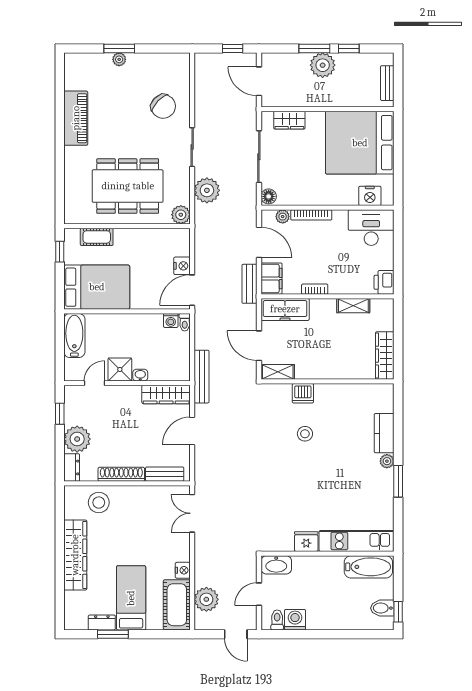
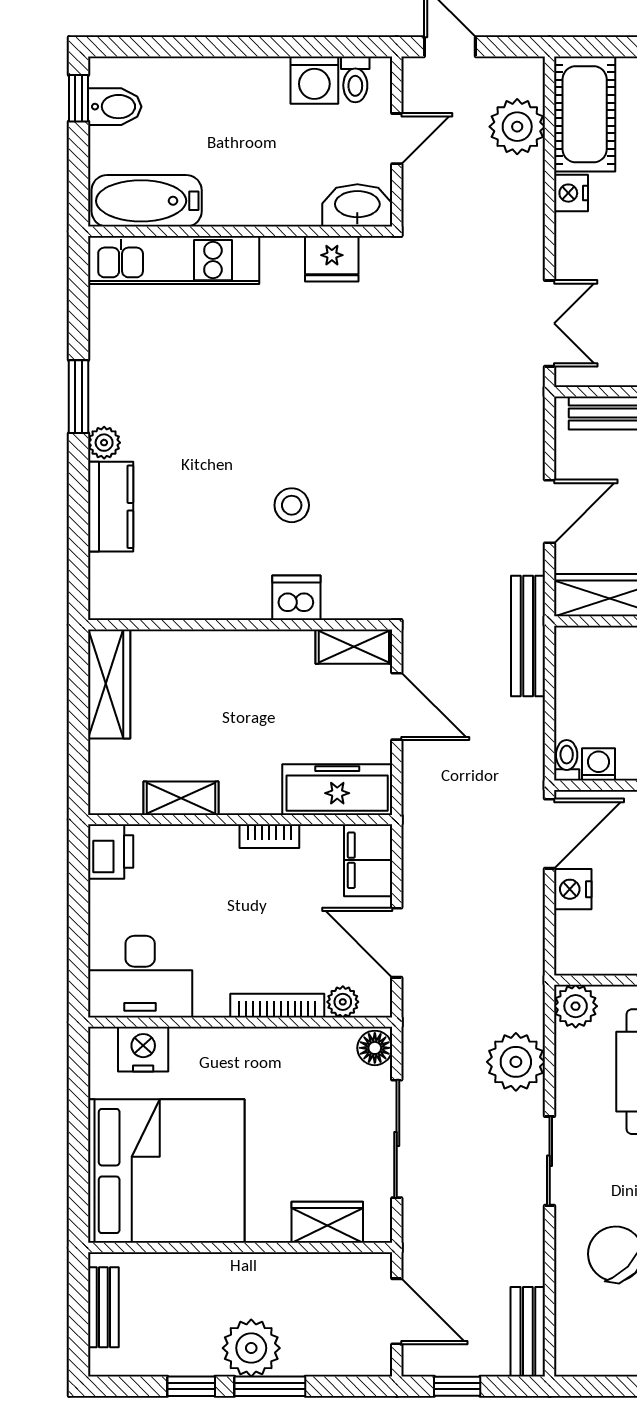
bench: (249, 284) -> (528, 1332), moved
fridge: (306, 542) -> (332, 259), moved

